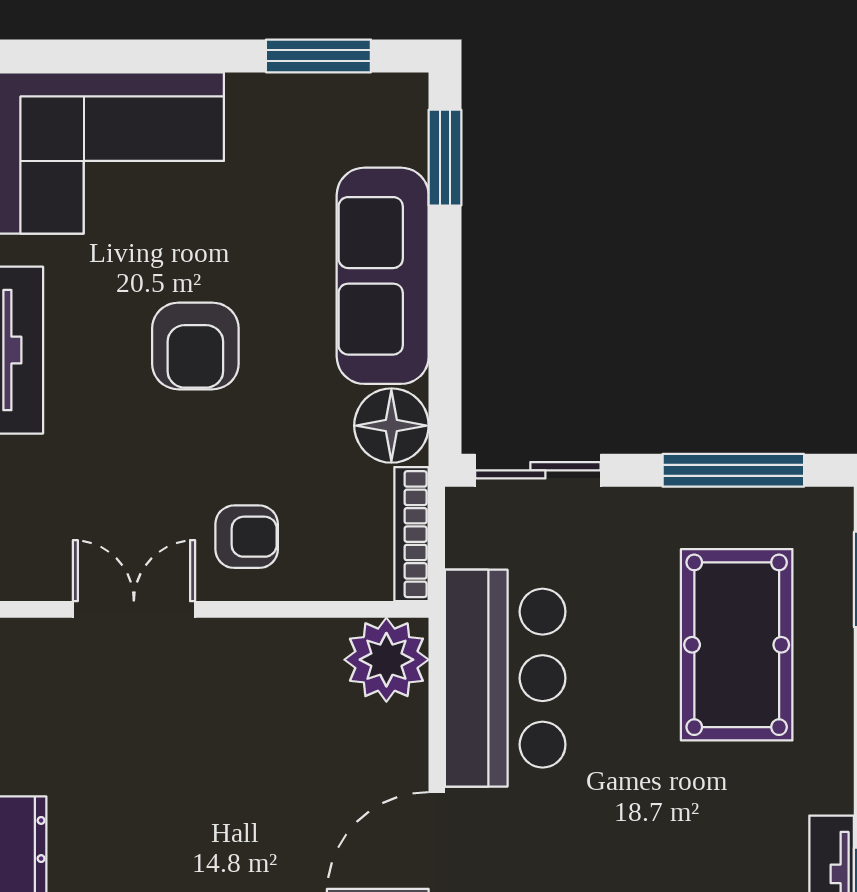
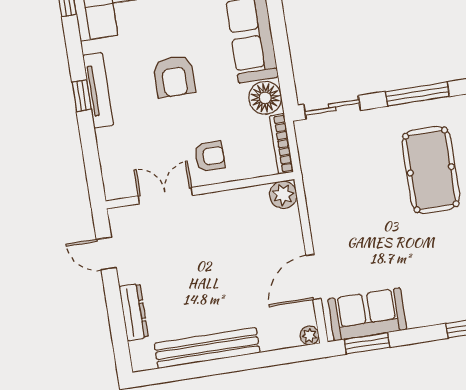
plant: (386, 660) -> (283, 195), width x0.73, depth x0.73
bar counter: (505, 678) -> (332, 200), removed

